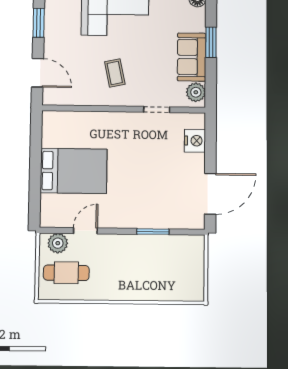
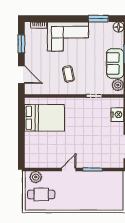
bed: (74, 171) -> (44, 118), moved
door: (85, 231) -> (69, 169), moved

